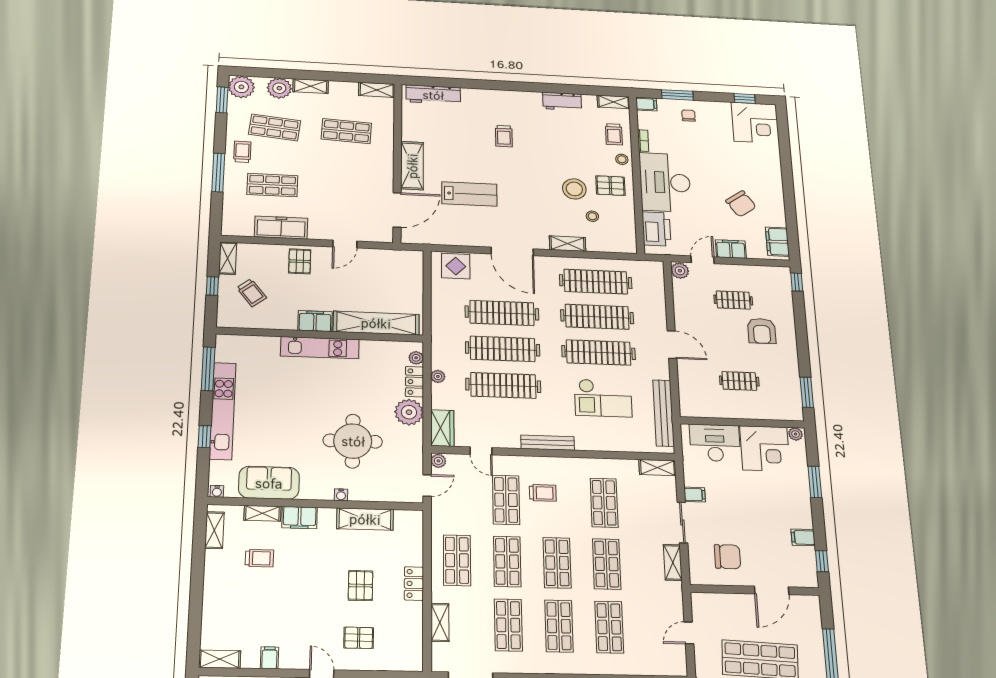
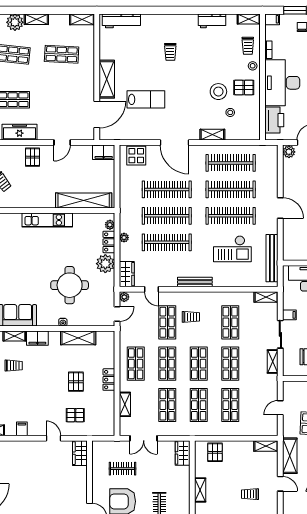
filing cabinet: (315, 321) -> (104, 152), moved, turned 180

